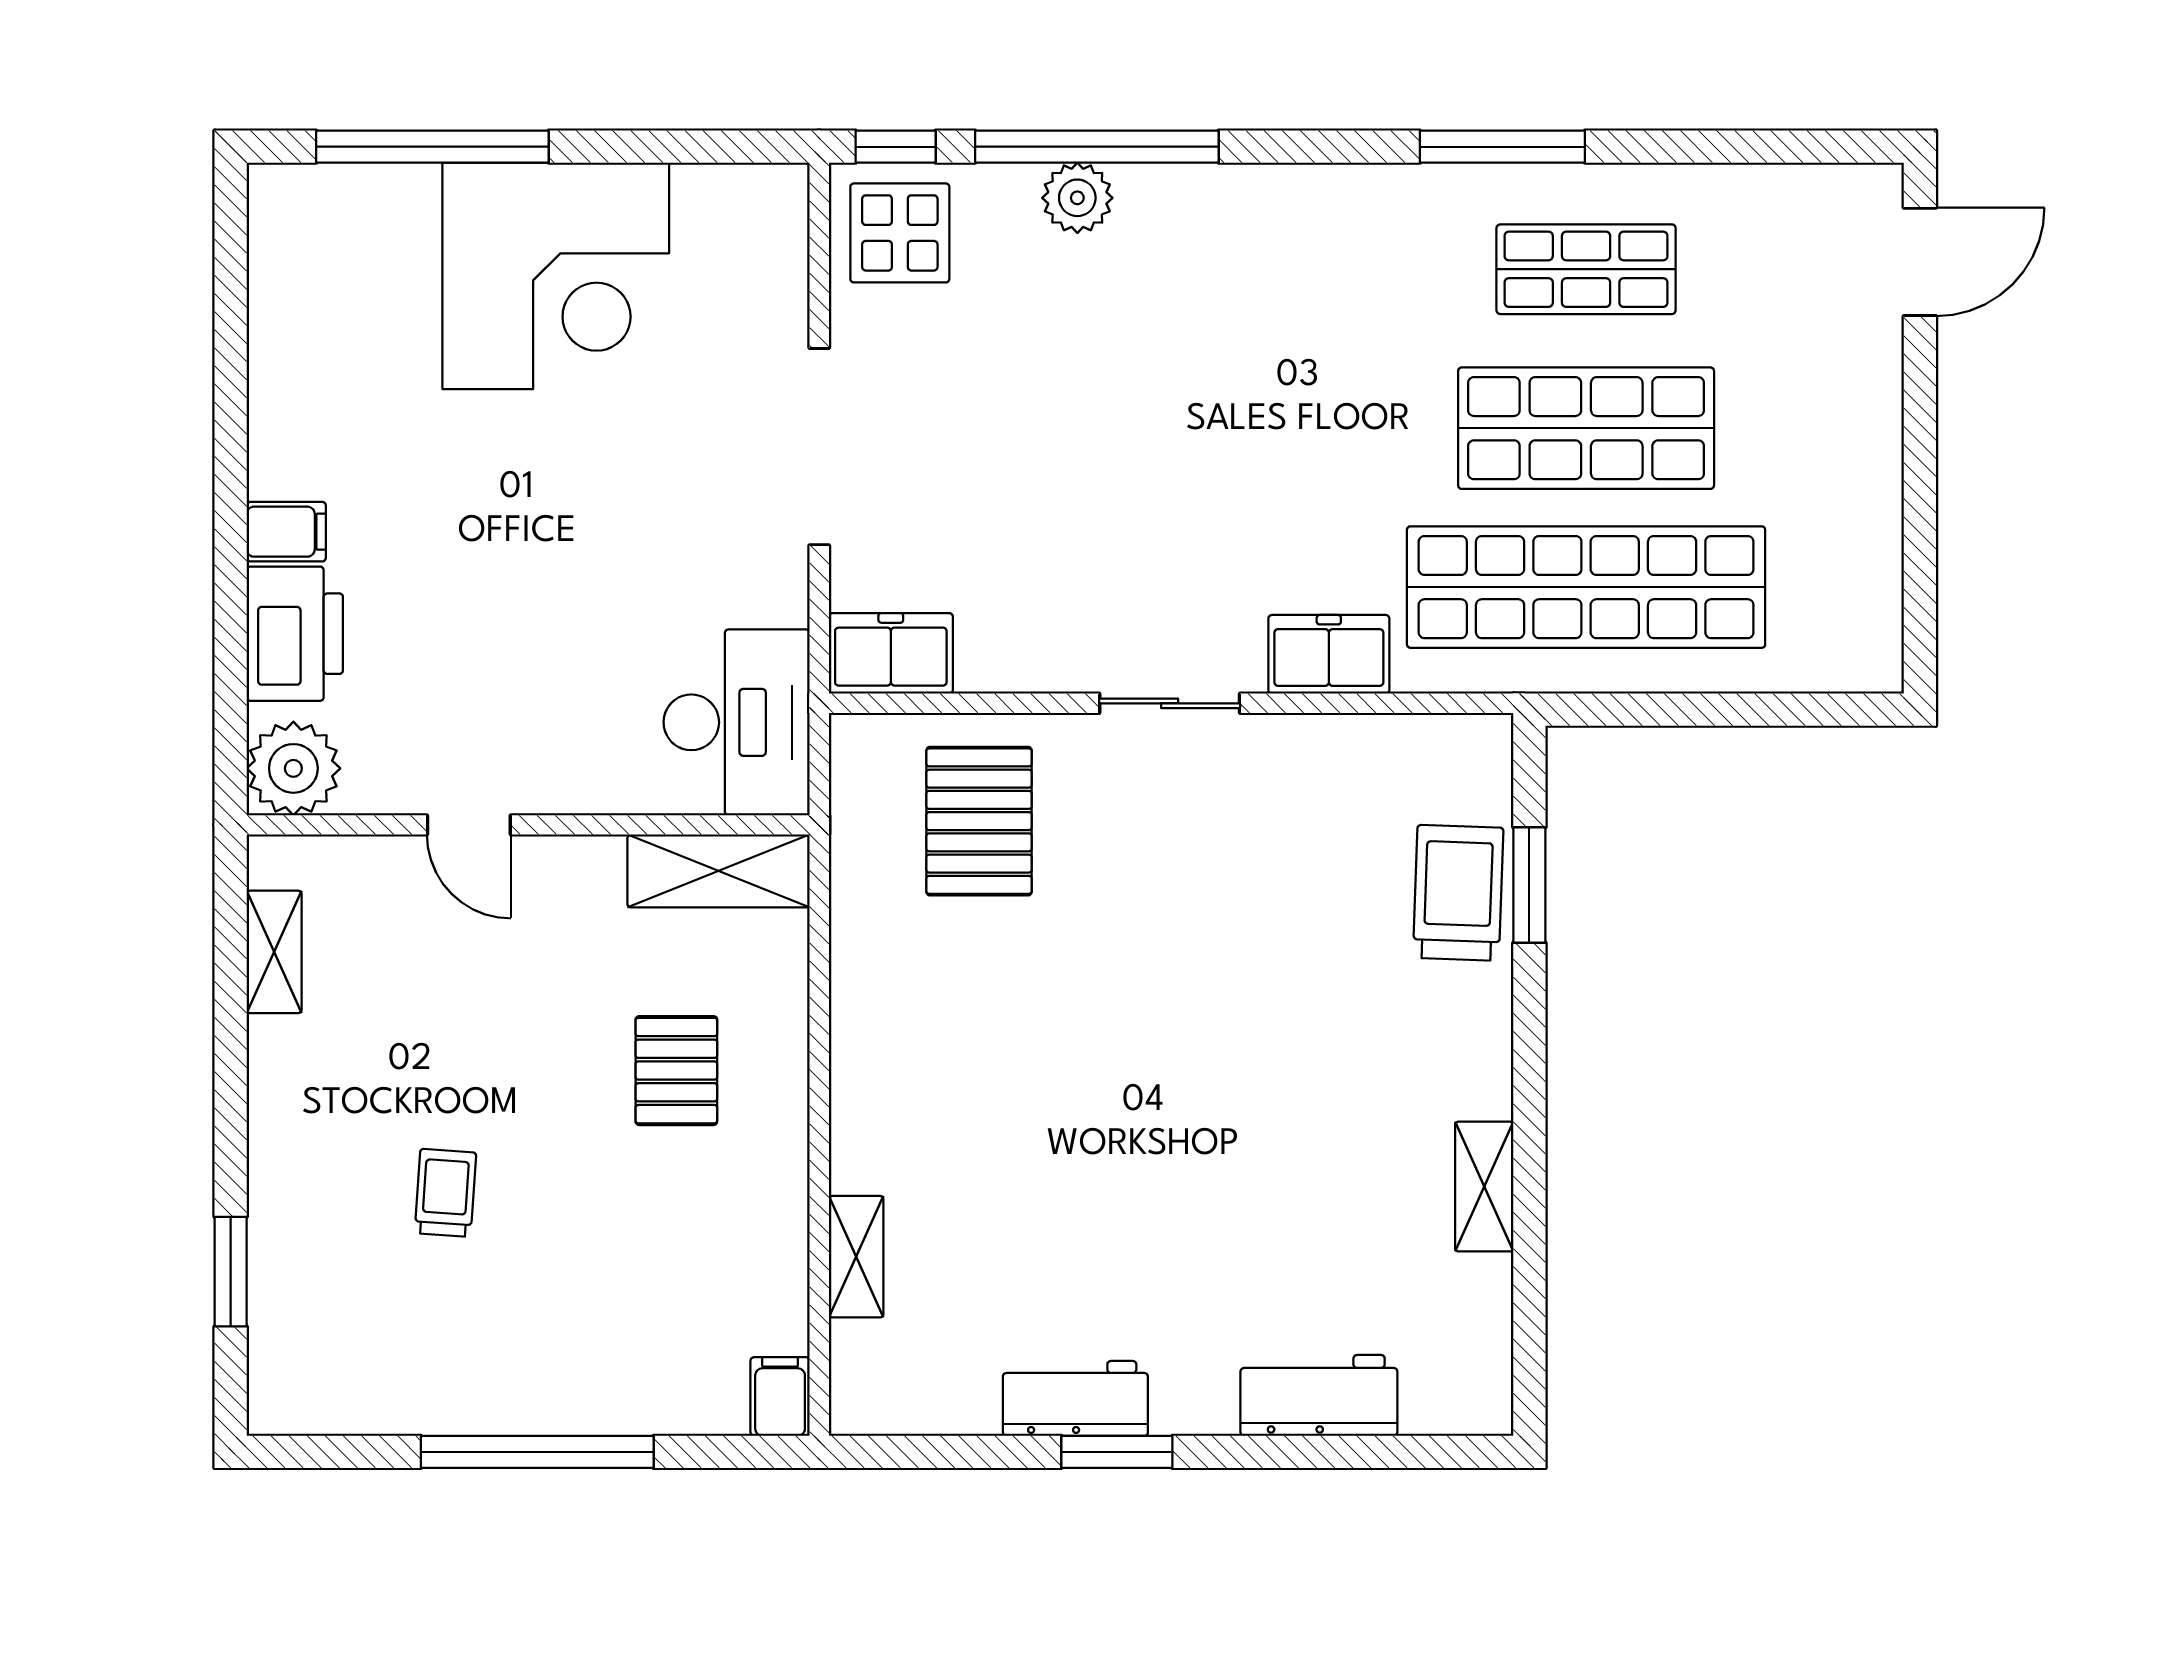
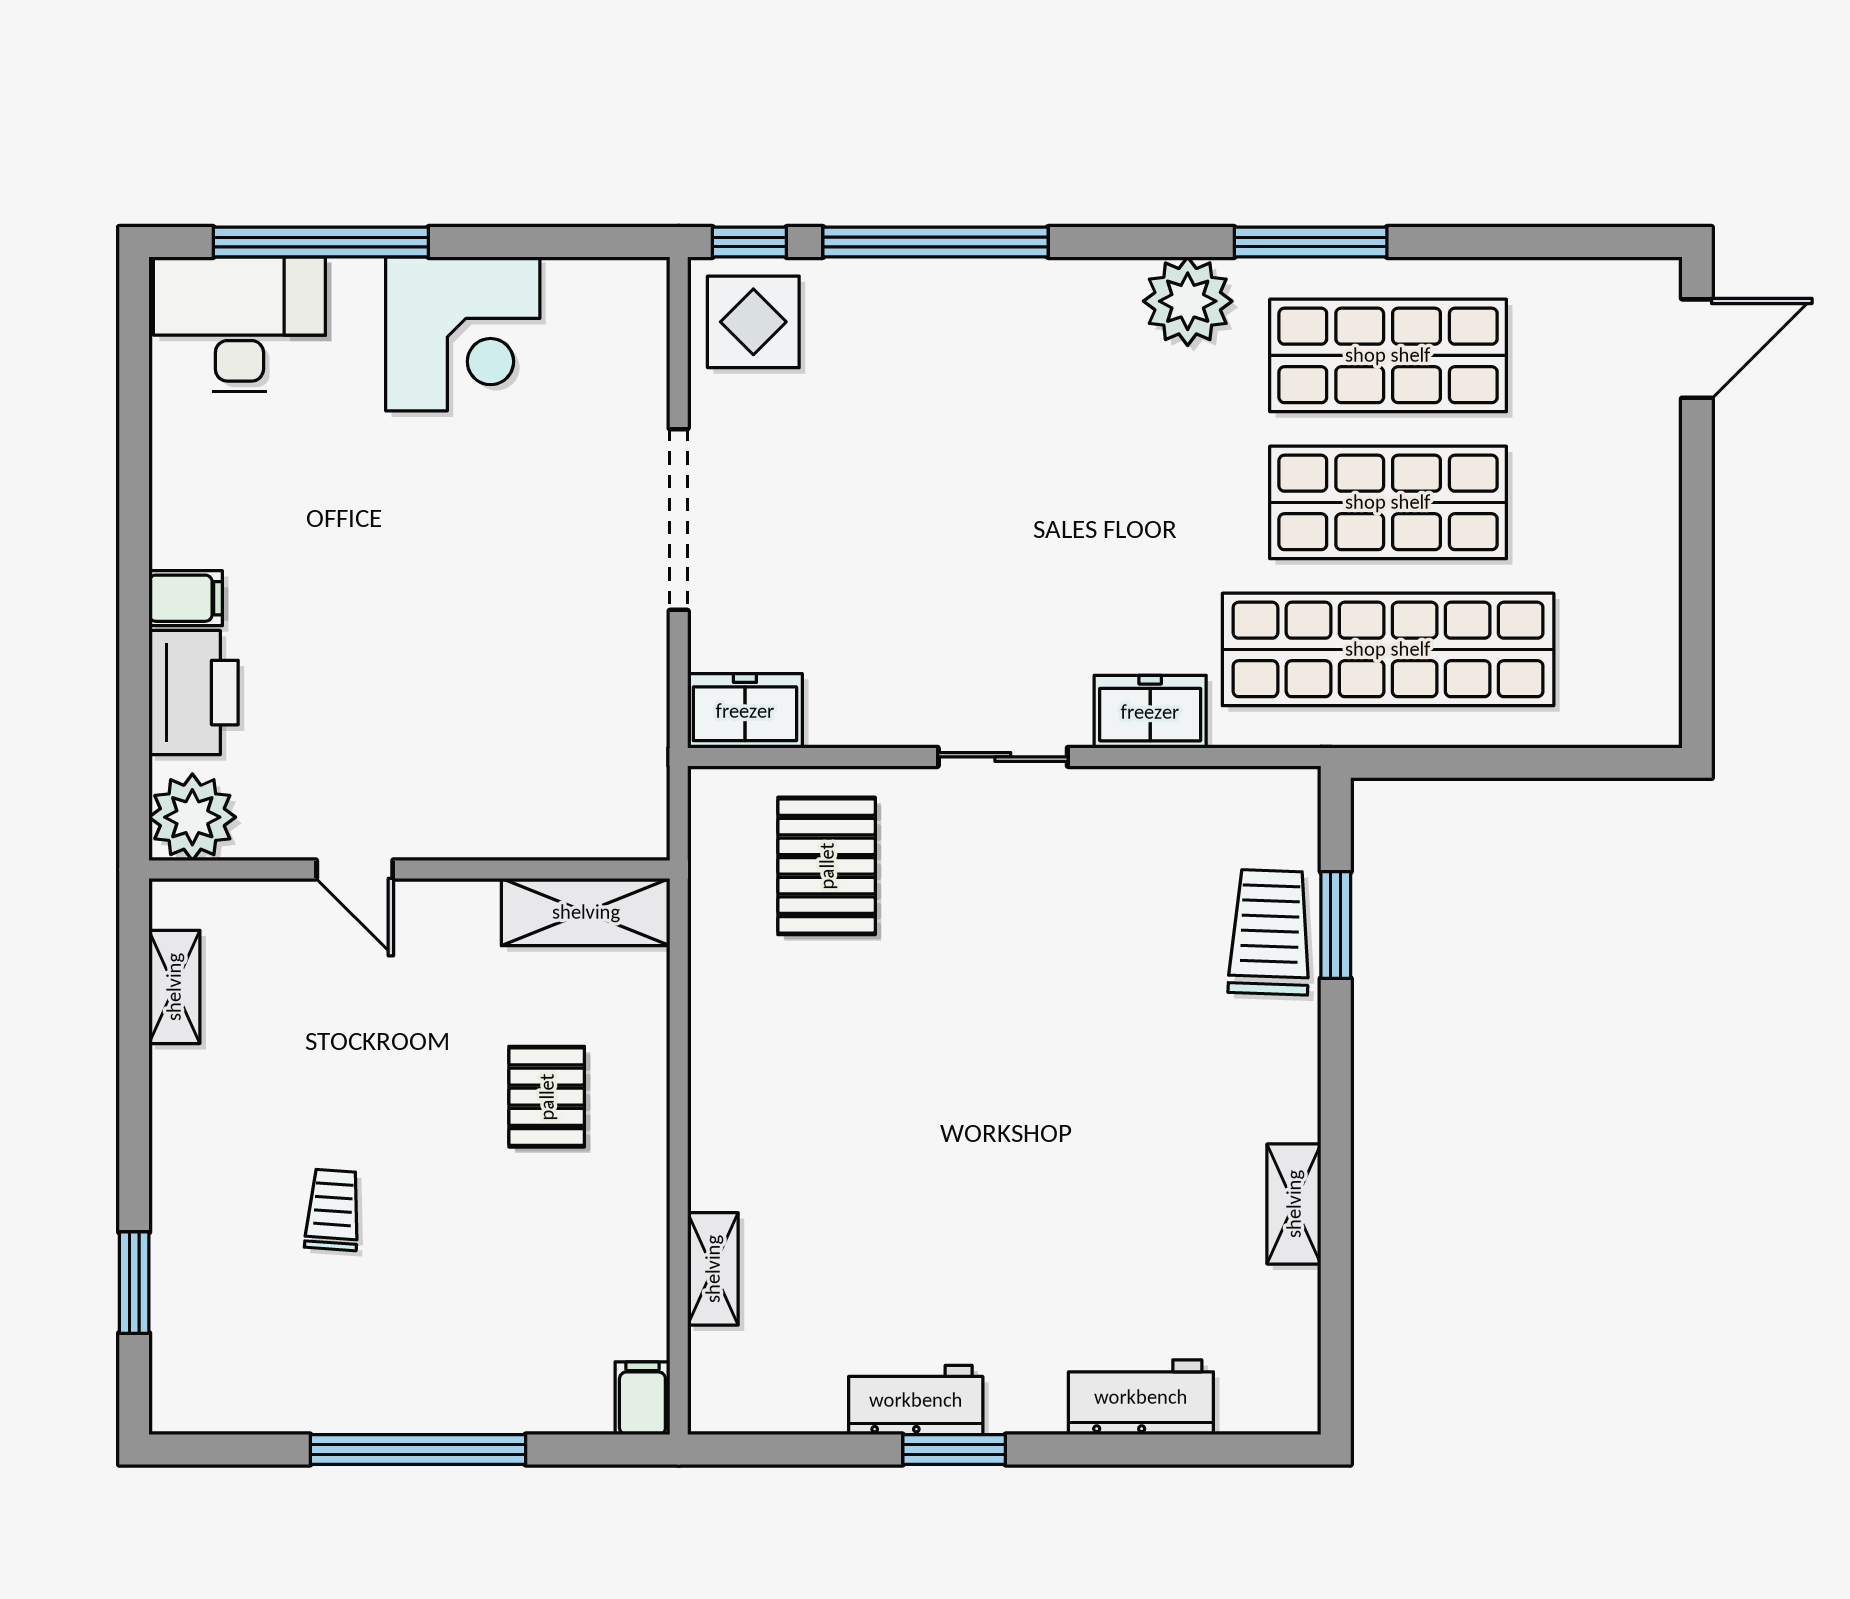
plant: (1077, 198) -> (1188, 301), moved, width x1.36, depth x1.36
shop shelf: (1586, 269) -> (1388, 355), width x1.43, depth x1.36
corner desk: (556, 276) -> (463, 334), width x0.74, depth x0.74
desk: (737, 722) -> (239, 324), moved, turned -90

